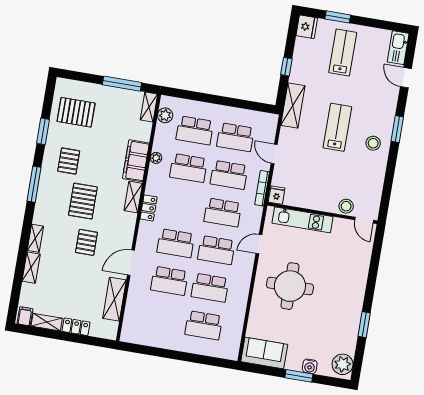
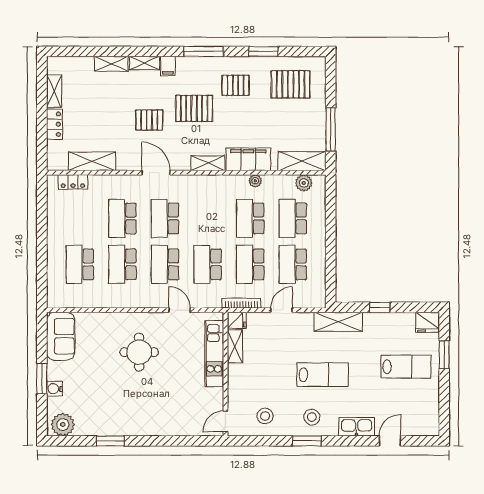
kitchen sink: (398, 48) -> (357, 427), moved
shelving: (149, 107) -> (302, 161), width x1.50, depth x1.33
pallet: (76, 112) -> (291, 84), turned 90
window: (397, 129) -> (307, 441), moved
shelving: (299, 201) -> (235, 346), added
stool: (346, 206) -> (265, 416), moved
locker: (149, 208) -> (73, 182), moved
door: (131, 263) -> (156, 173), moved
round table: (290, 286) -> (139, 352), width x0.73, depth x0.73
filing cabinet: (25, 316) -> (168, 66), moved, turned 90

